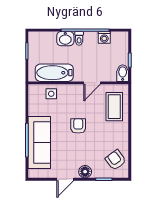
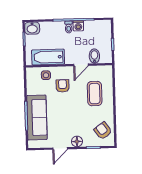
washing machine: (104, 37) -> (78, 26), moved
washbasin: (65, 39) -> (32, 28), moved
bidet: (123, 73) -> (94, 56), moved
coffee table: (114, 107) -> (95, 94), moved
armchair: (78, 126) -> (62, 86), moved

